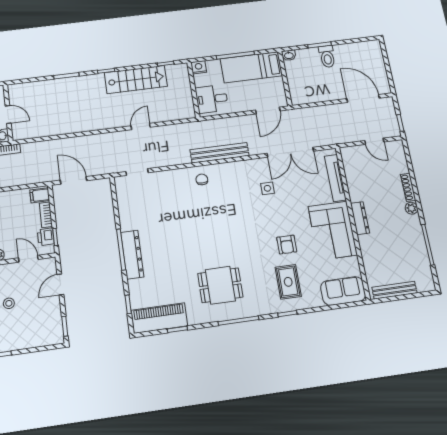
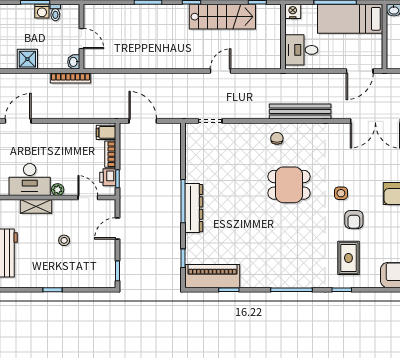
side table: (267, 188) -> (341, 193), moved
dining table: (220, 285) -> (289, 185), moved

